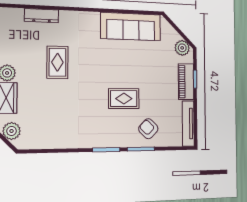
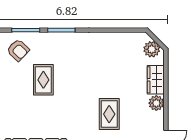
rug: (124, 99) -> (43, 80), turned 90

